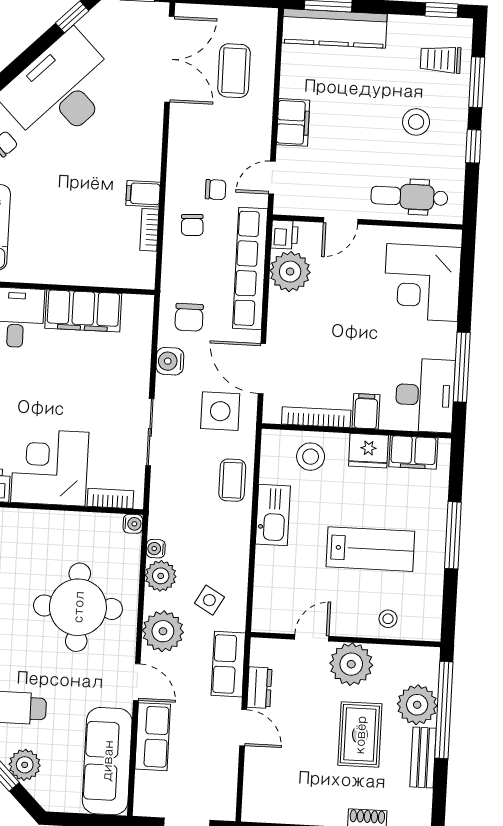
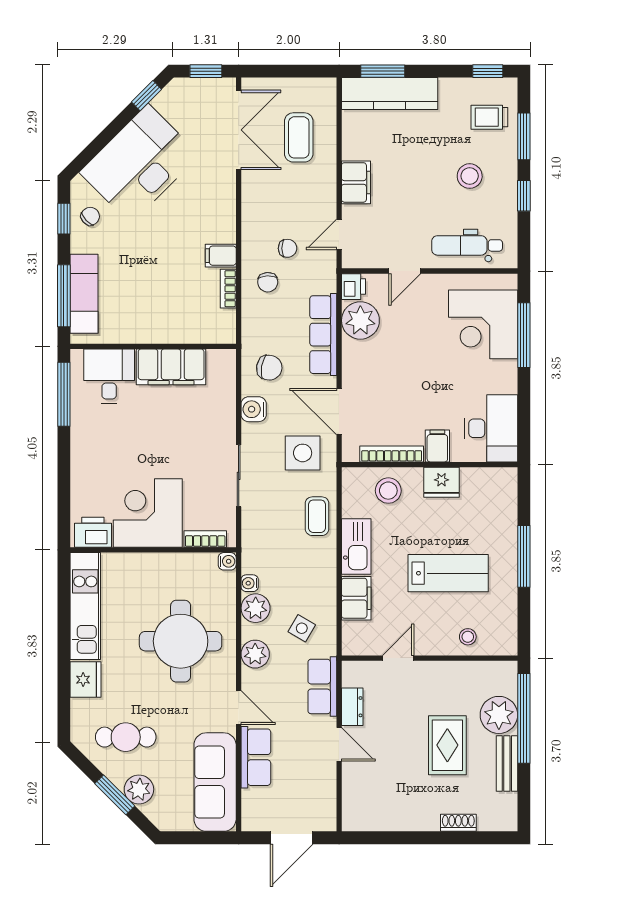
row of seats: (250, 269) -> (323, 335), width x0.73
chair: (189, 317) -> (269, 368), turned -80
window: (462, 367) -> (524, 335), moved
filing cabinet: (413, 452) -> (356, 598), moved, turned -90
plant: (163, 631) -> (255, 654), width x0.73, depth x0.73
plant: (351, 664) -> (436, 681), removed

